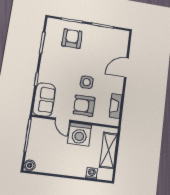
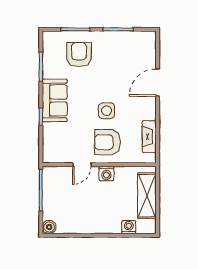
sofa: (44, 100) -> (55, 100), moved
door: (62, 120) -> (82, 165), hinge flipped
washing machine: (80, 134) -> (106, 173), width x0.53, depth x0.53

